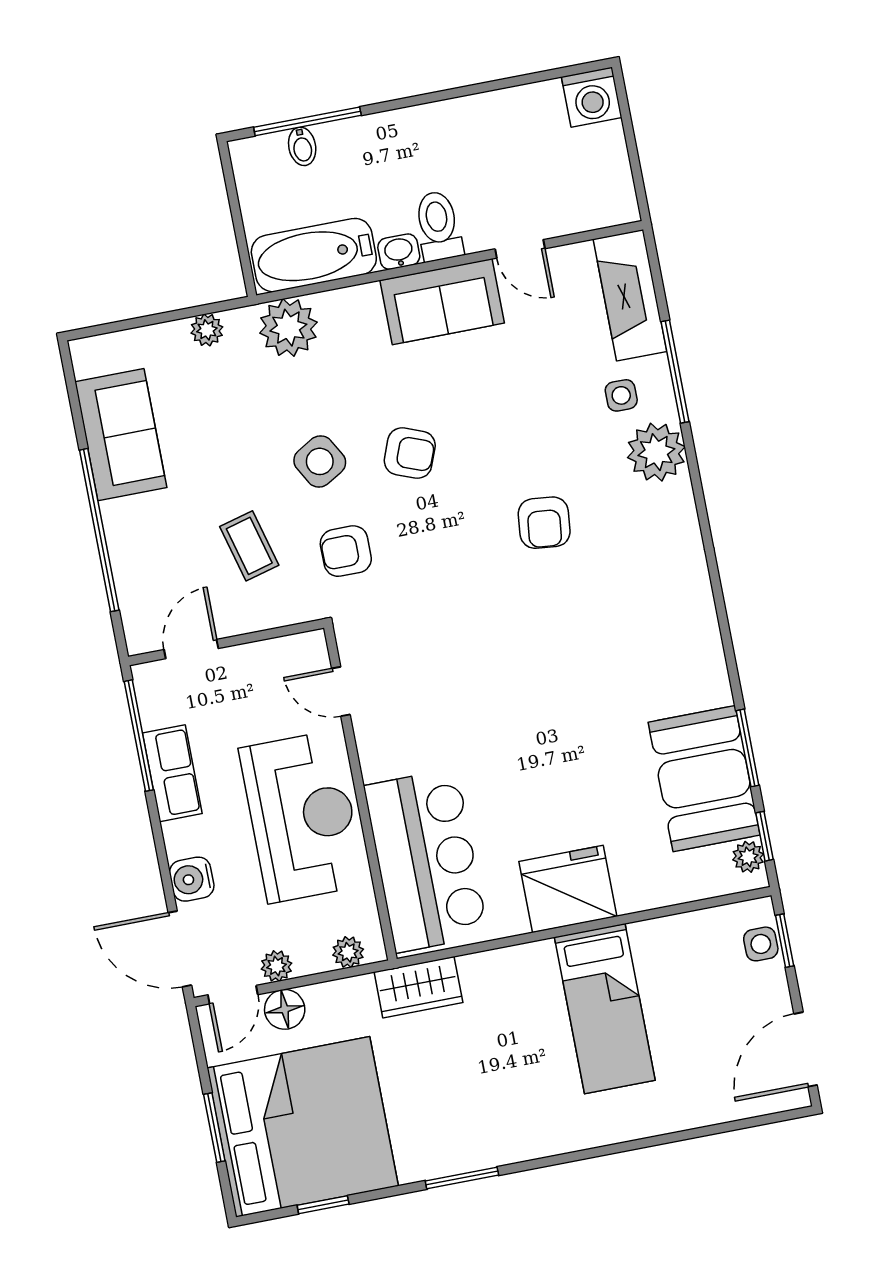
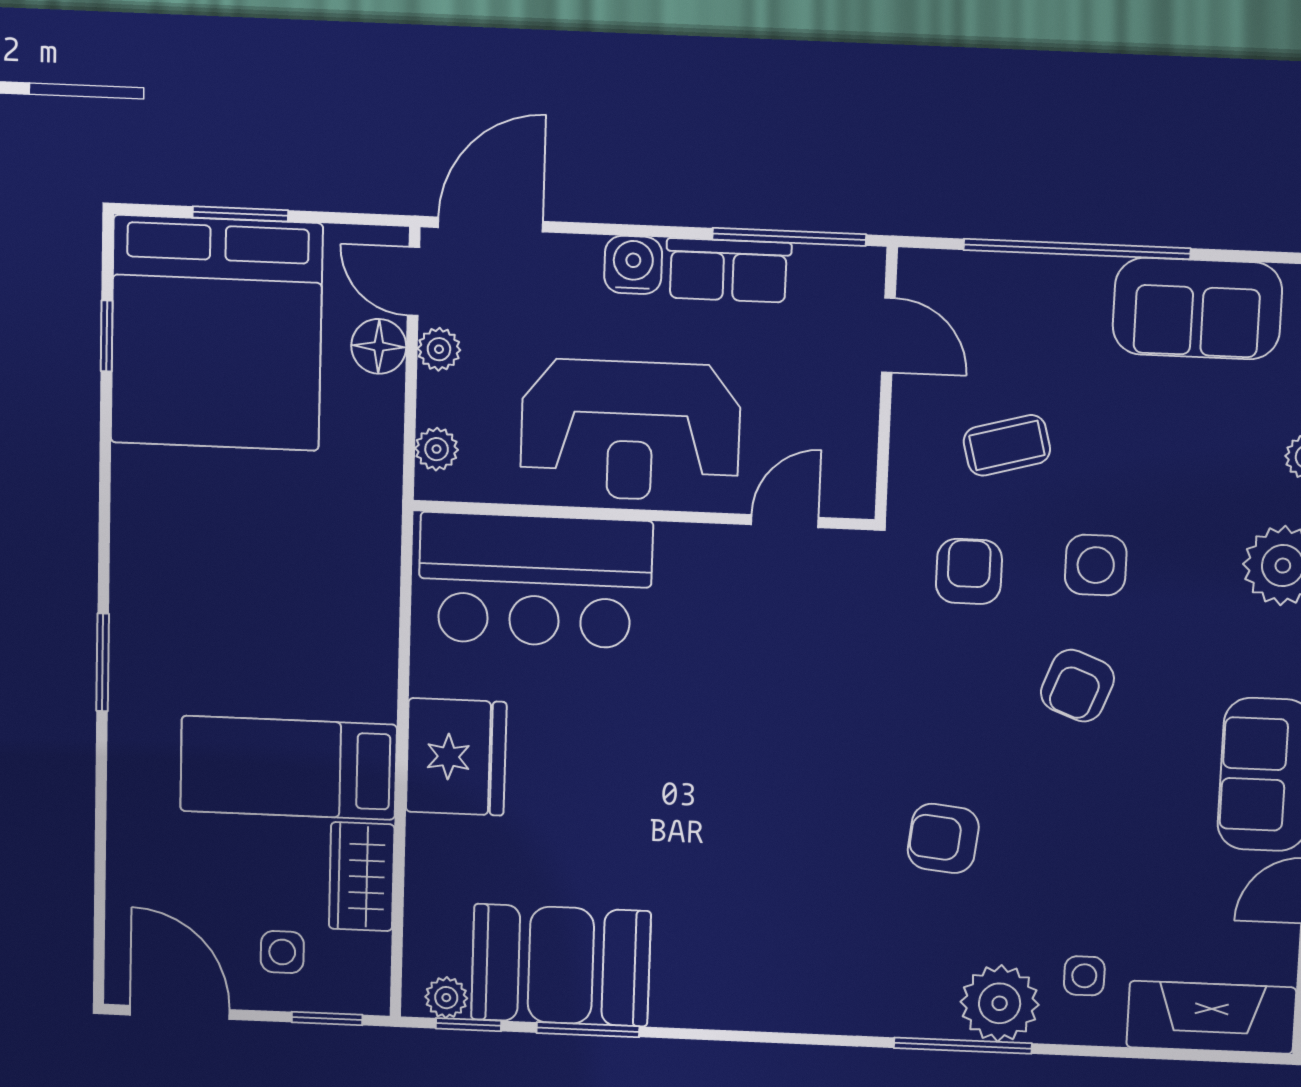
window: (675, 372) -> (963, 1046), moved
side table: (320, 461) -> (1096, 565), turned 30
water cooler: (192, 879) -> (633, 265), moved
side table: (761, 944) -> (282, 952), moved
wardrobe: (418, 987) -> (362, 877), moved
window: (462, 1178) -> (103, 662), moved

